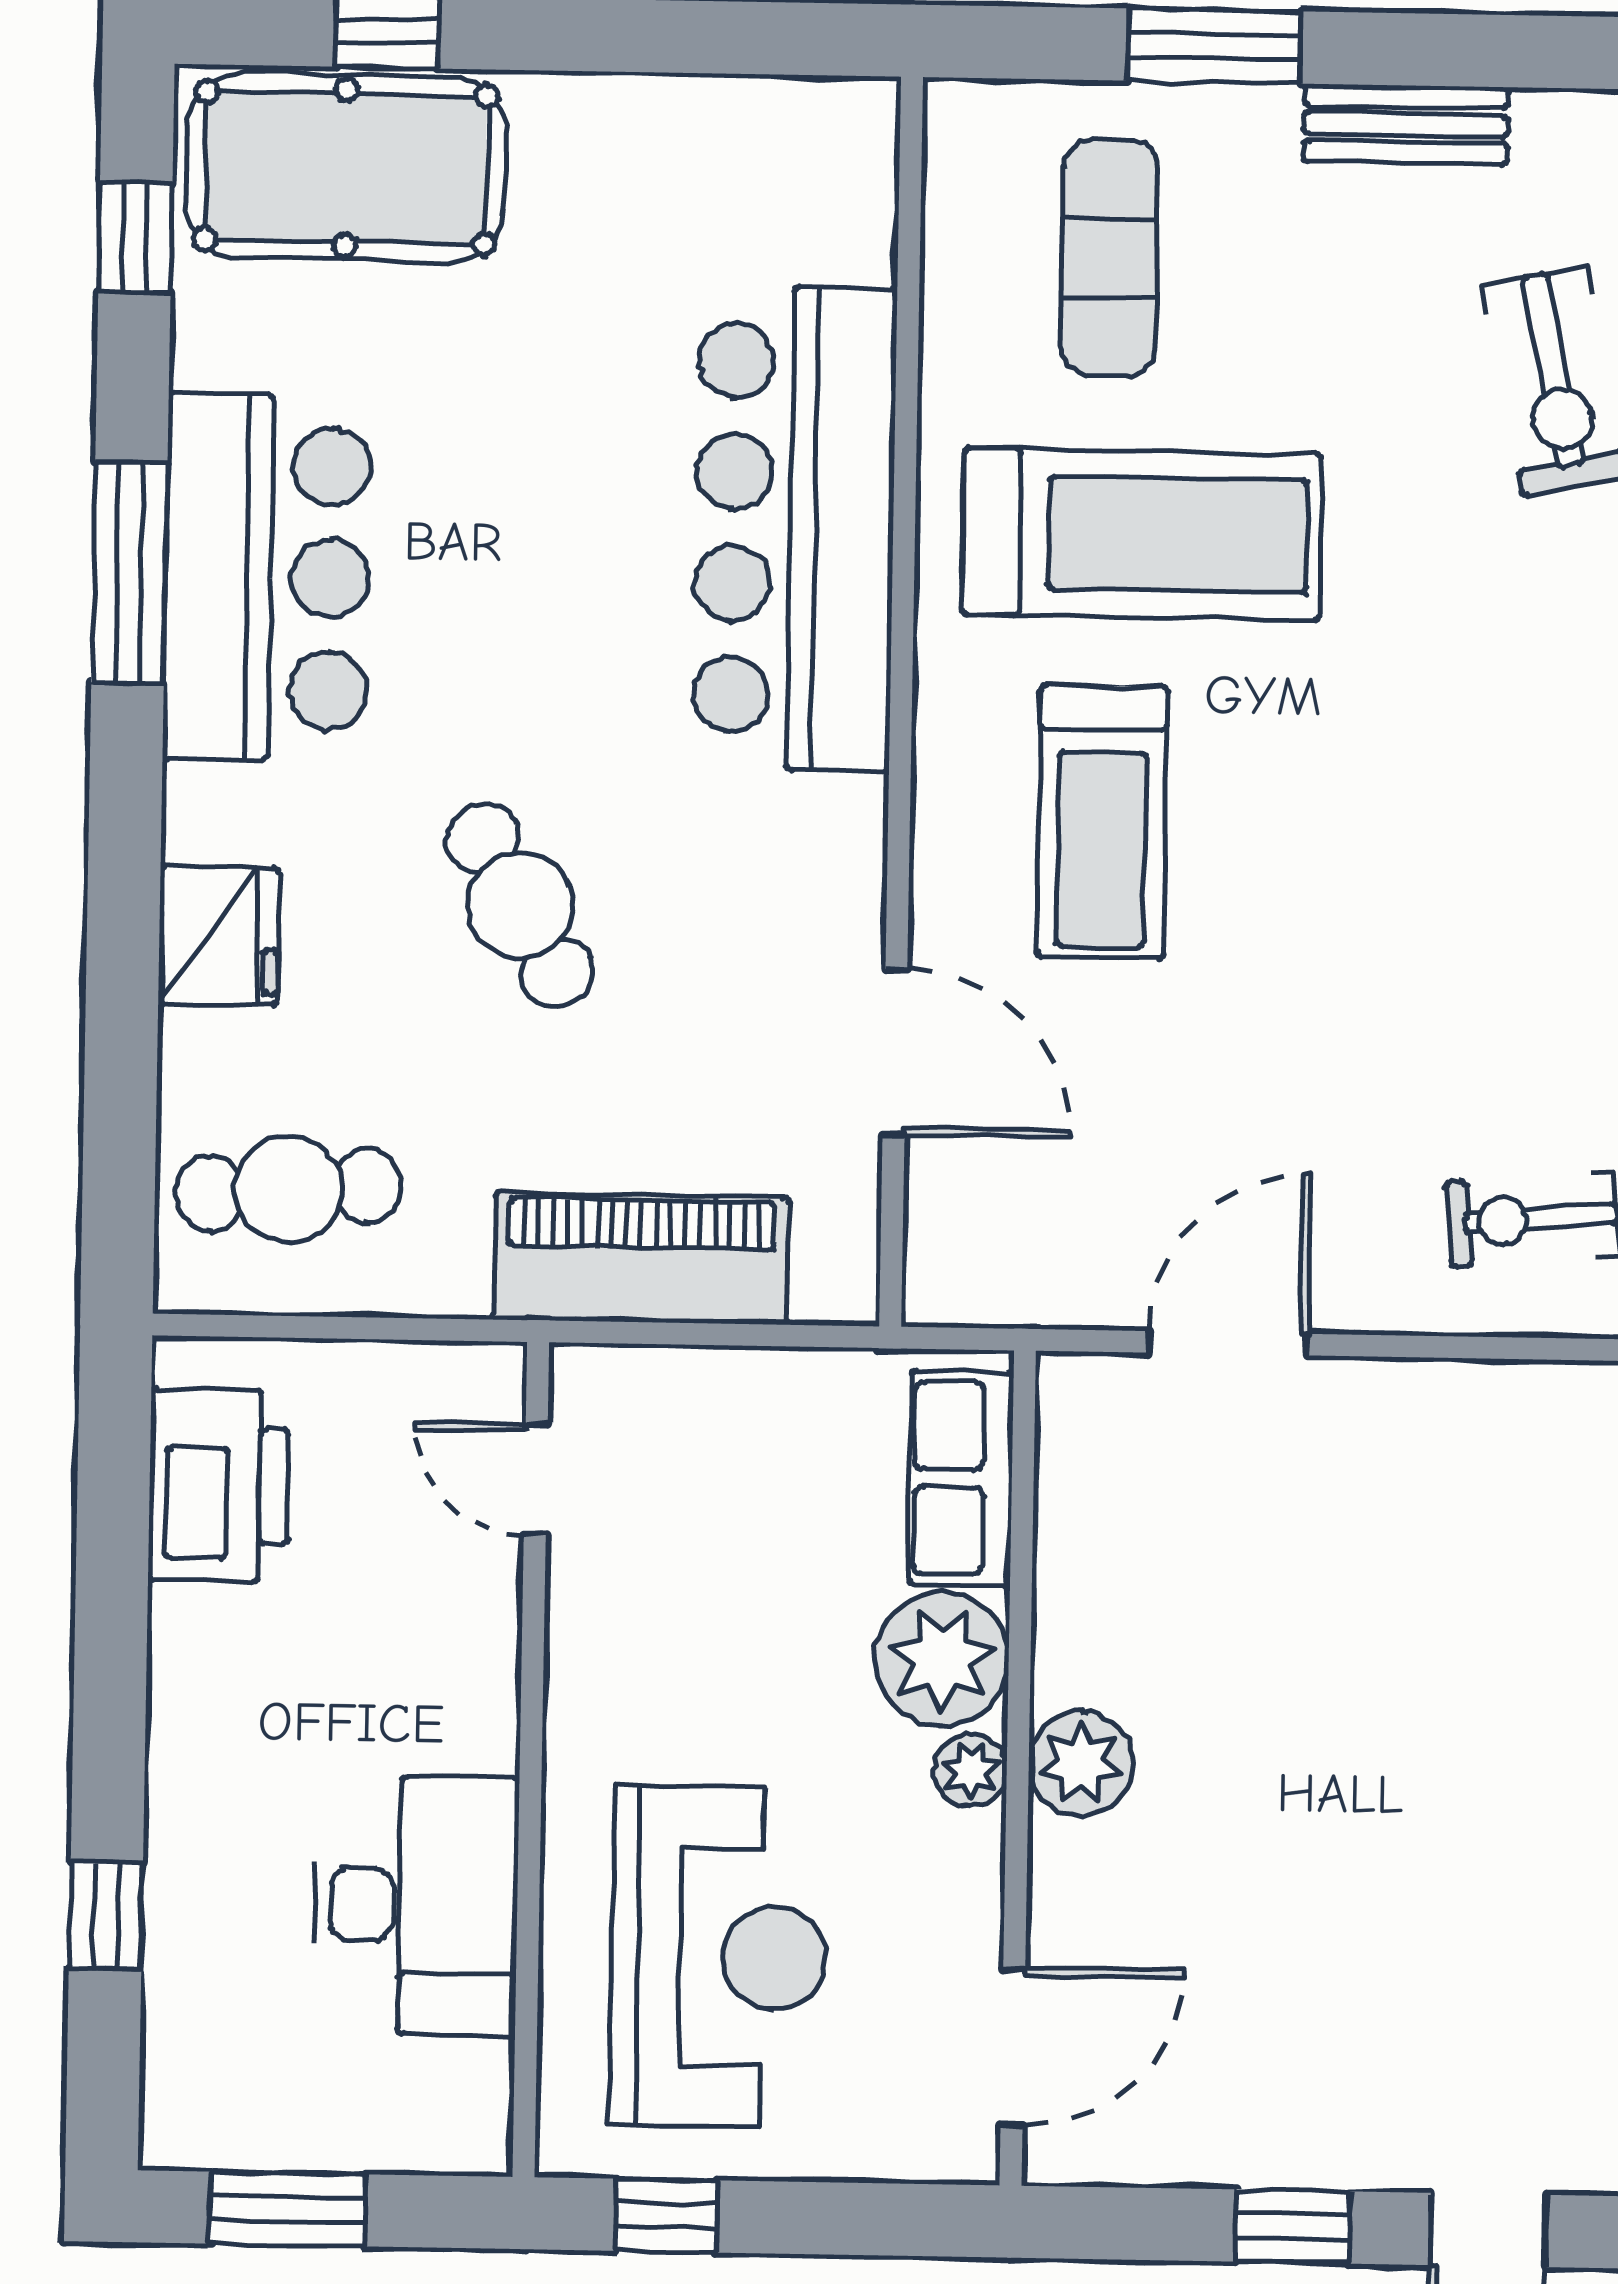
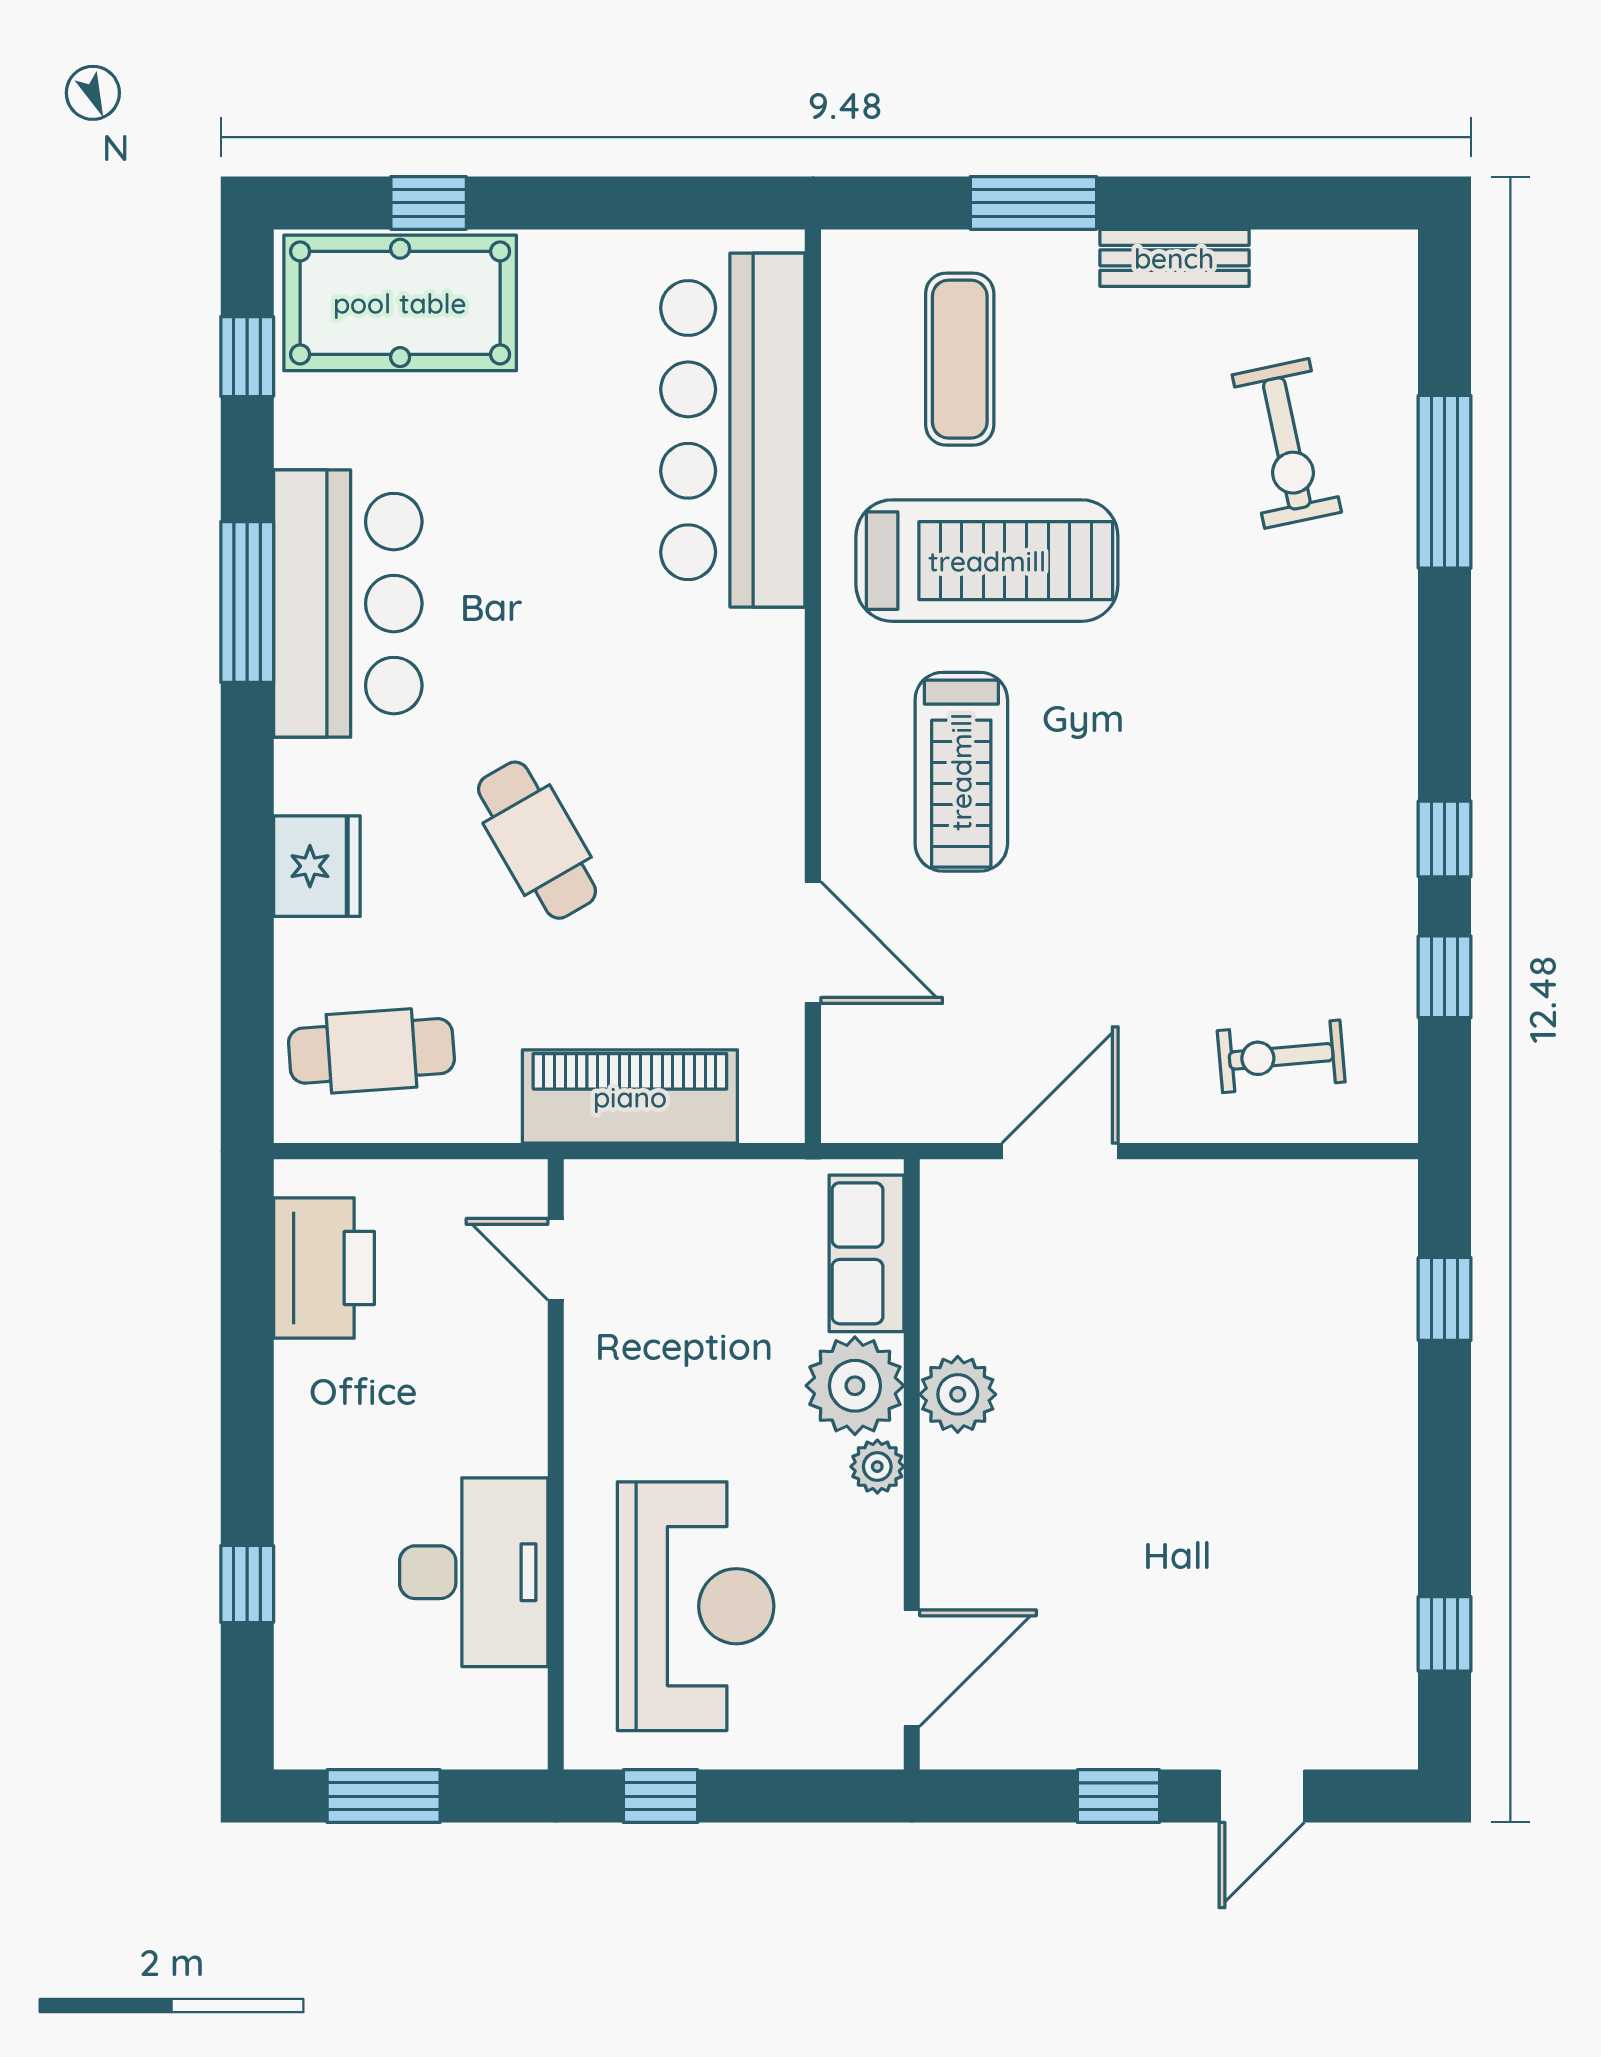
bar counter: (795, 528) -> (733, 430), moved
plant: (1081, 1763) -> (958, 1394), moved

